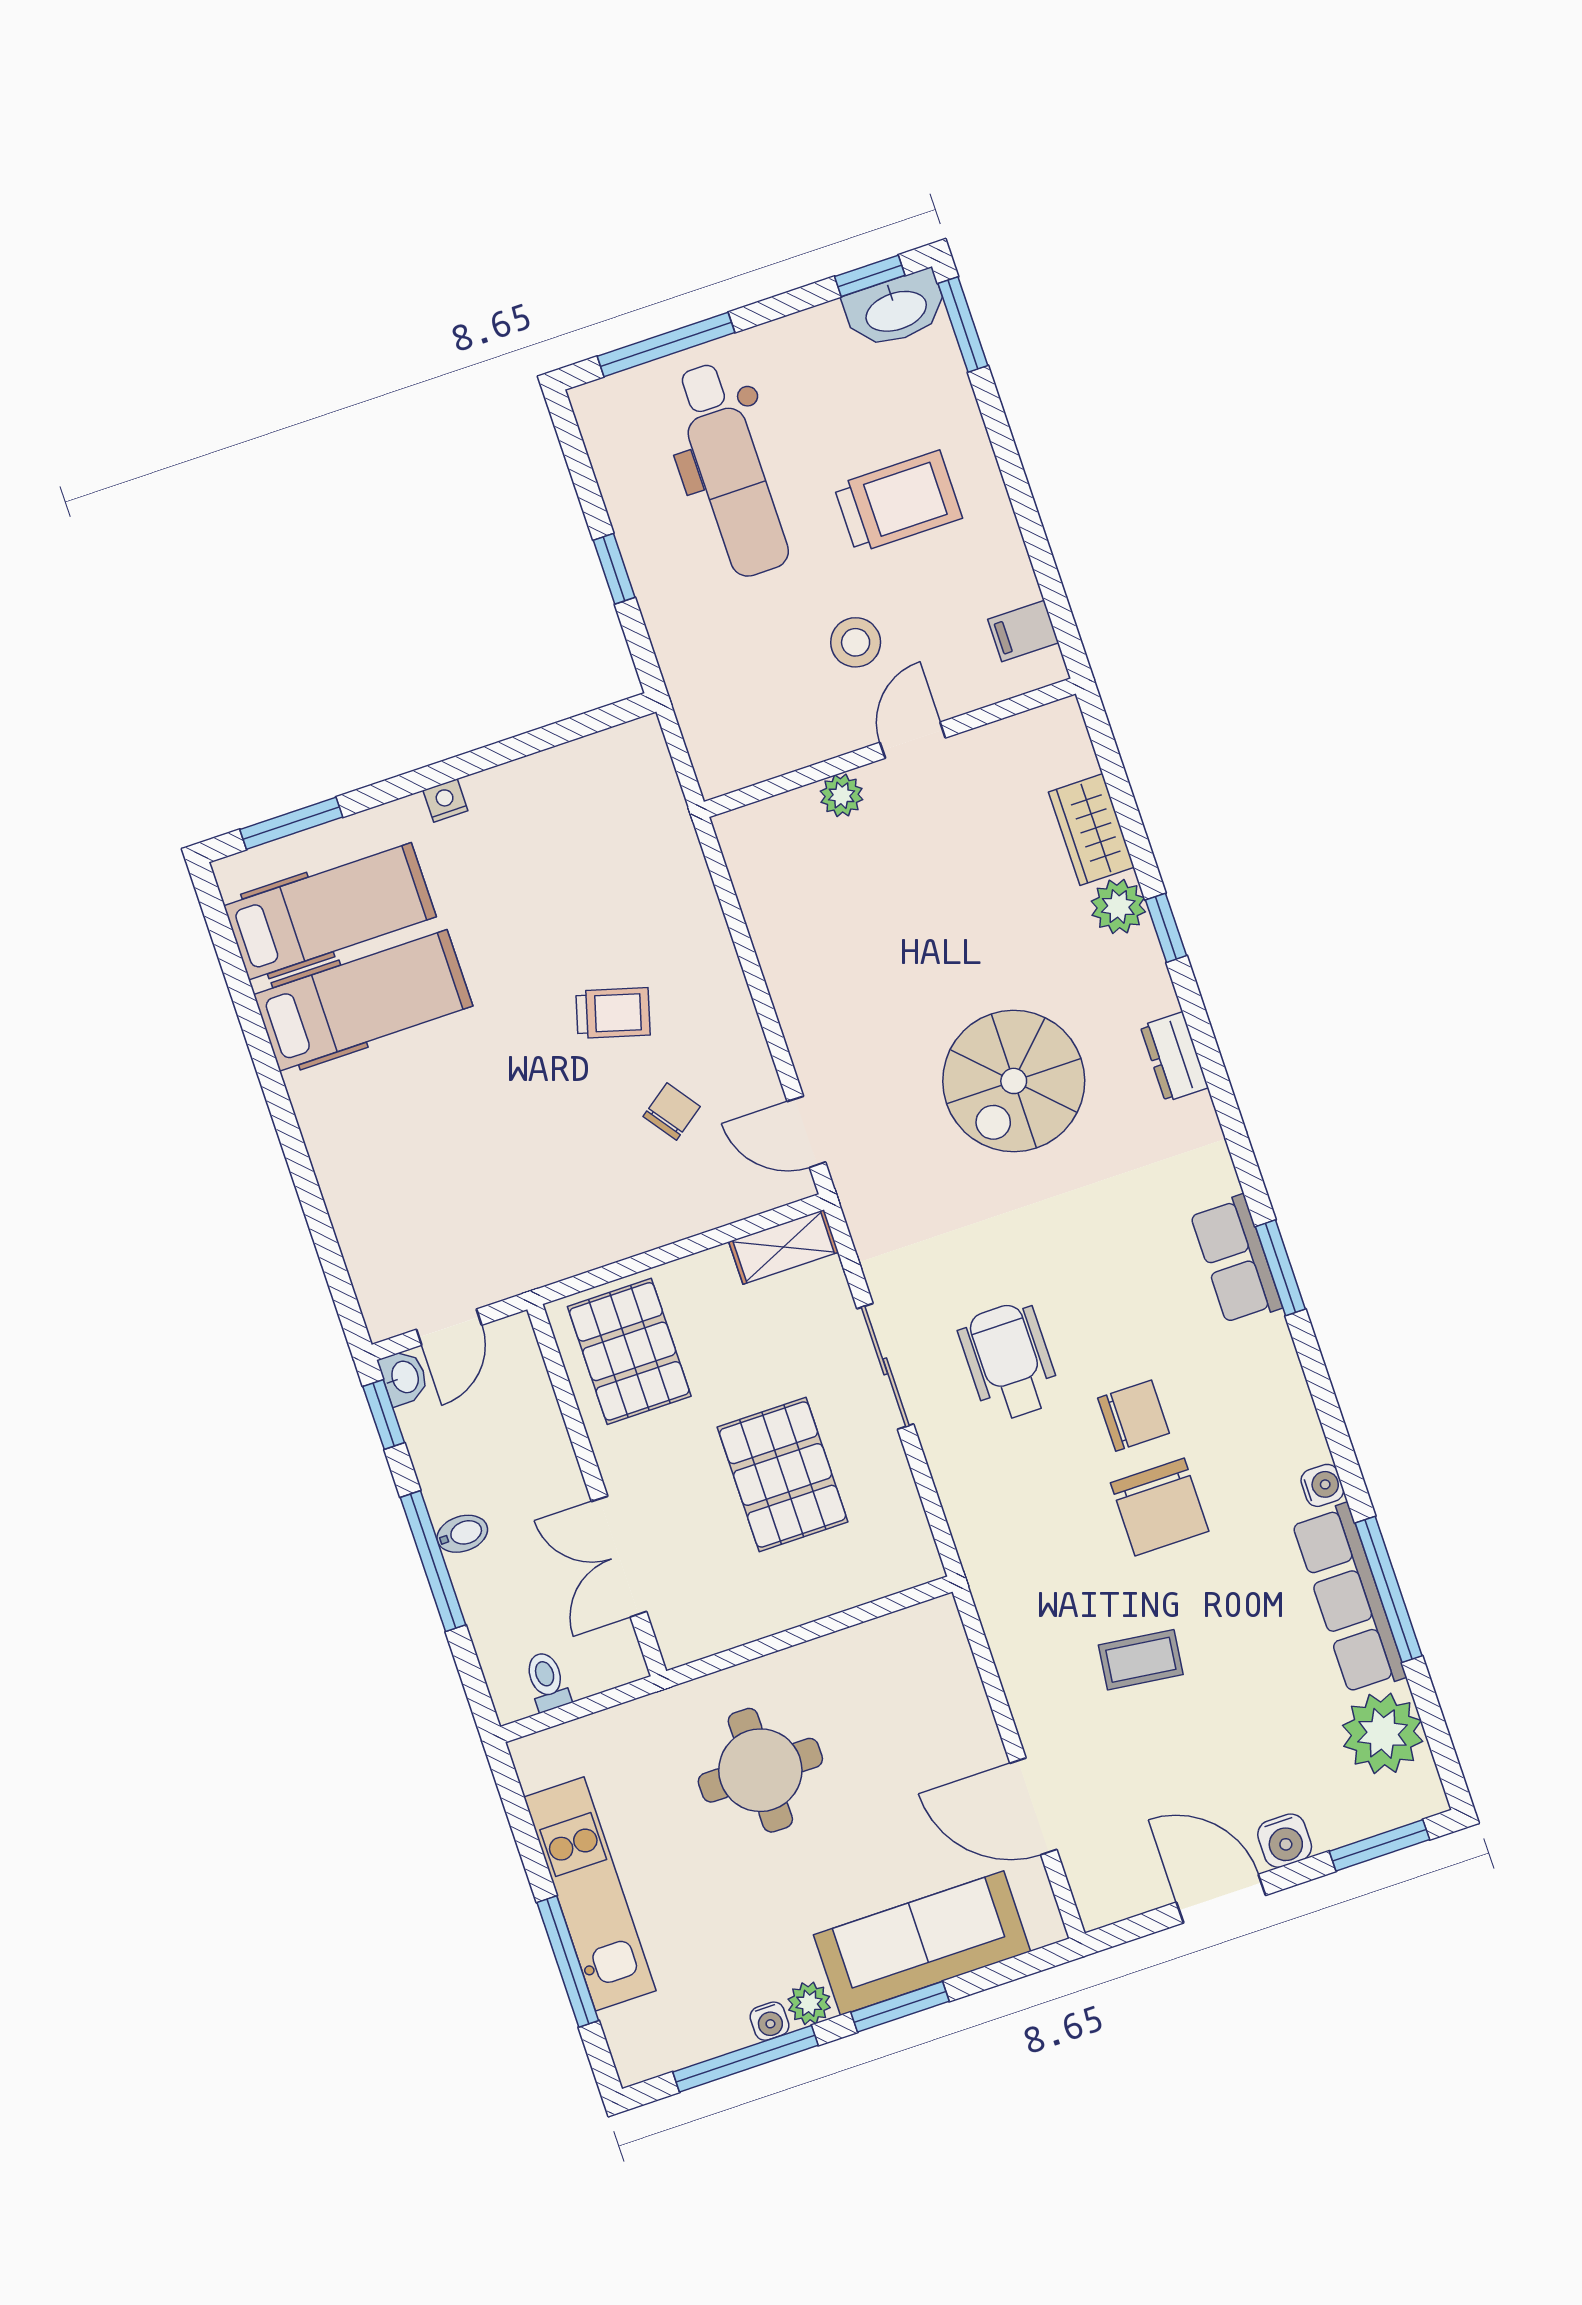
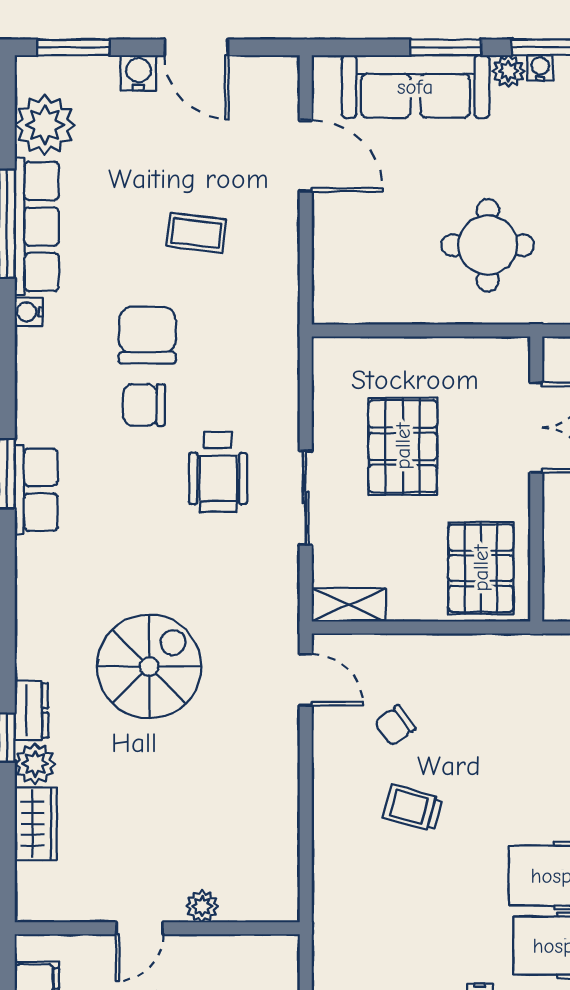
dresser: (1174, 1057) -> (31, 710), moved

